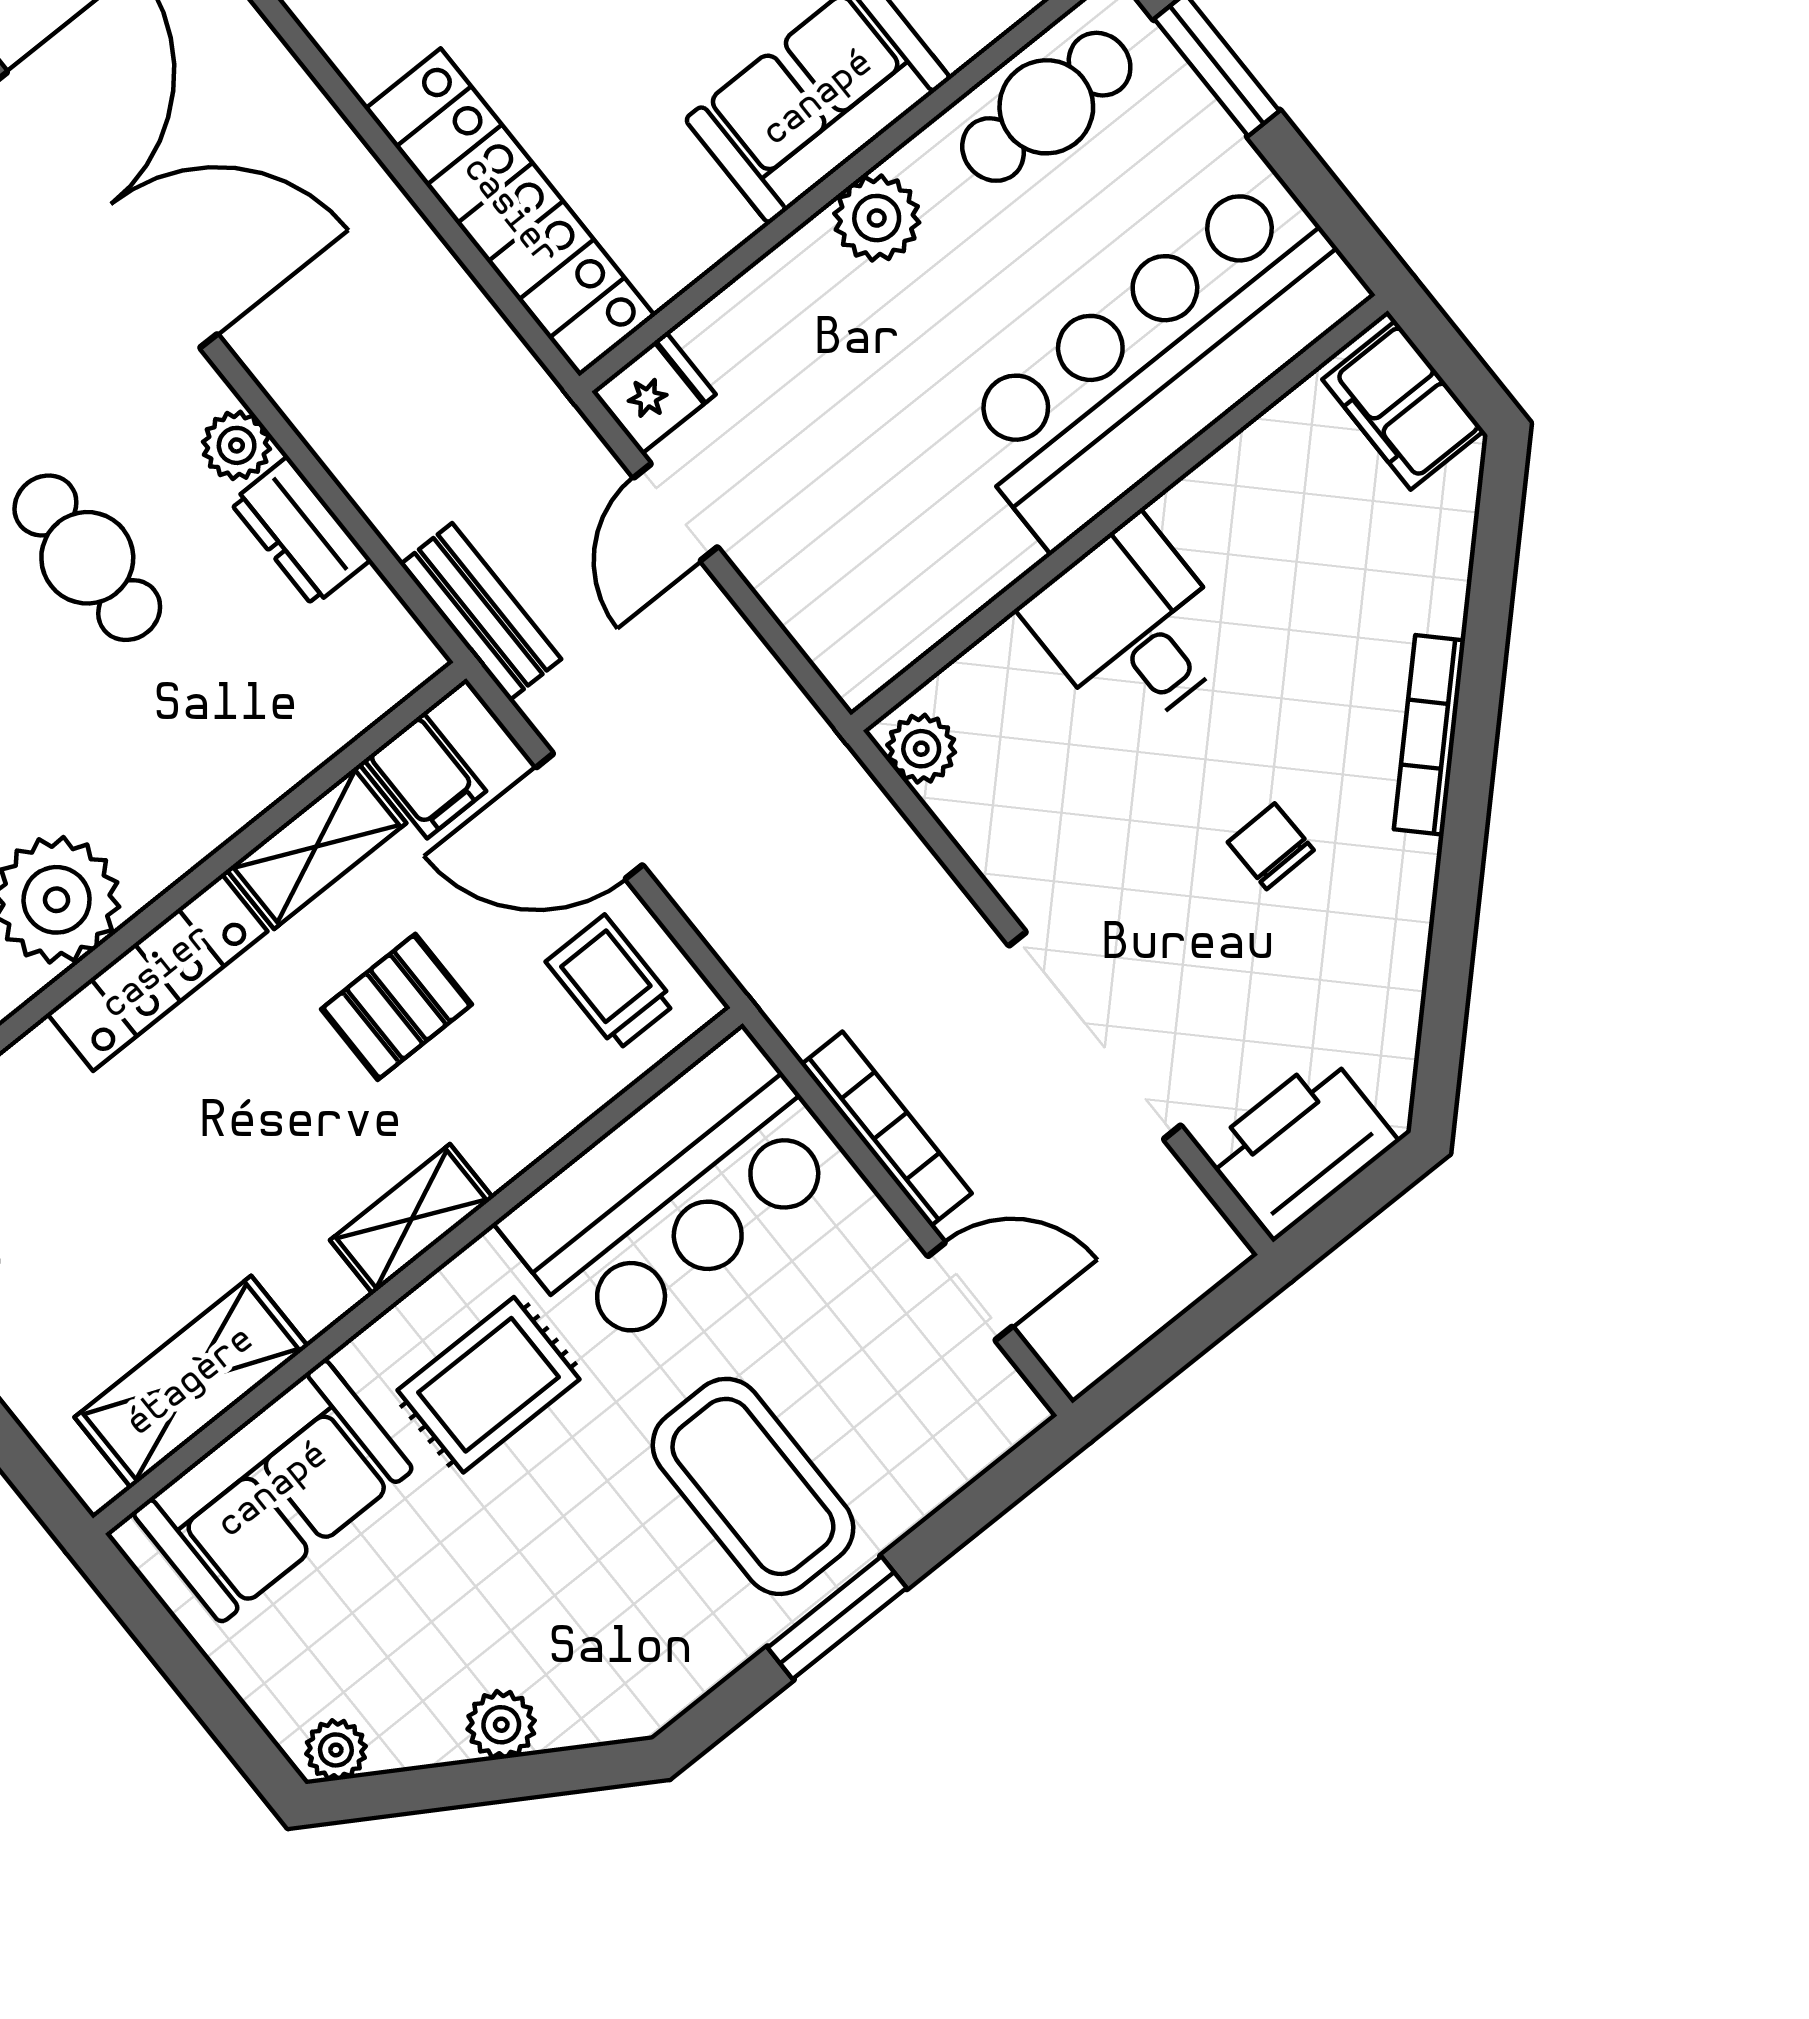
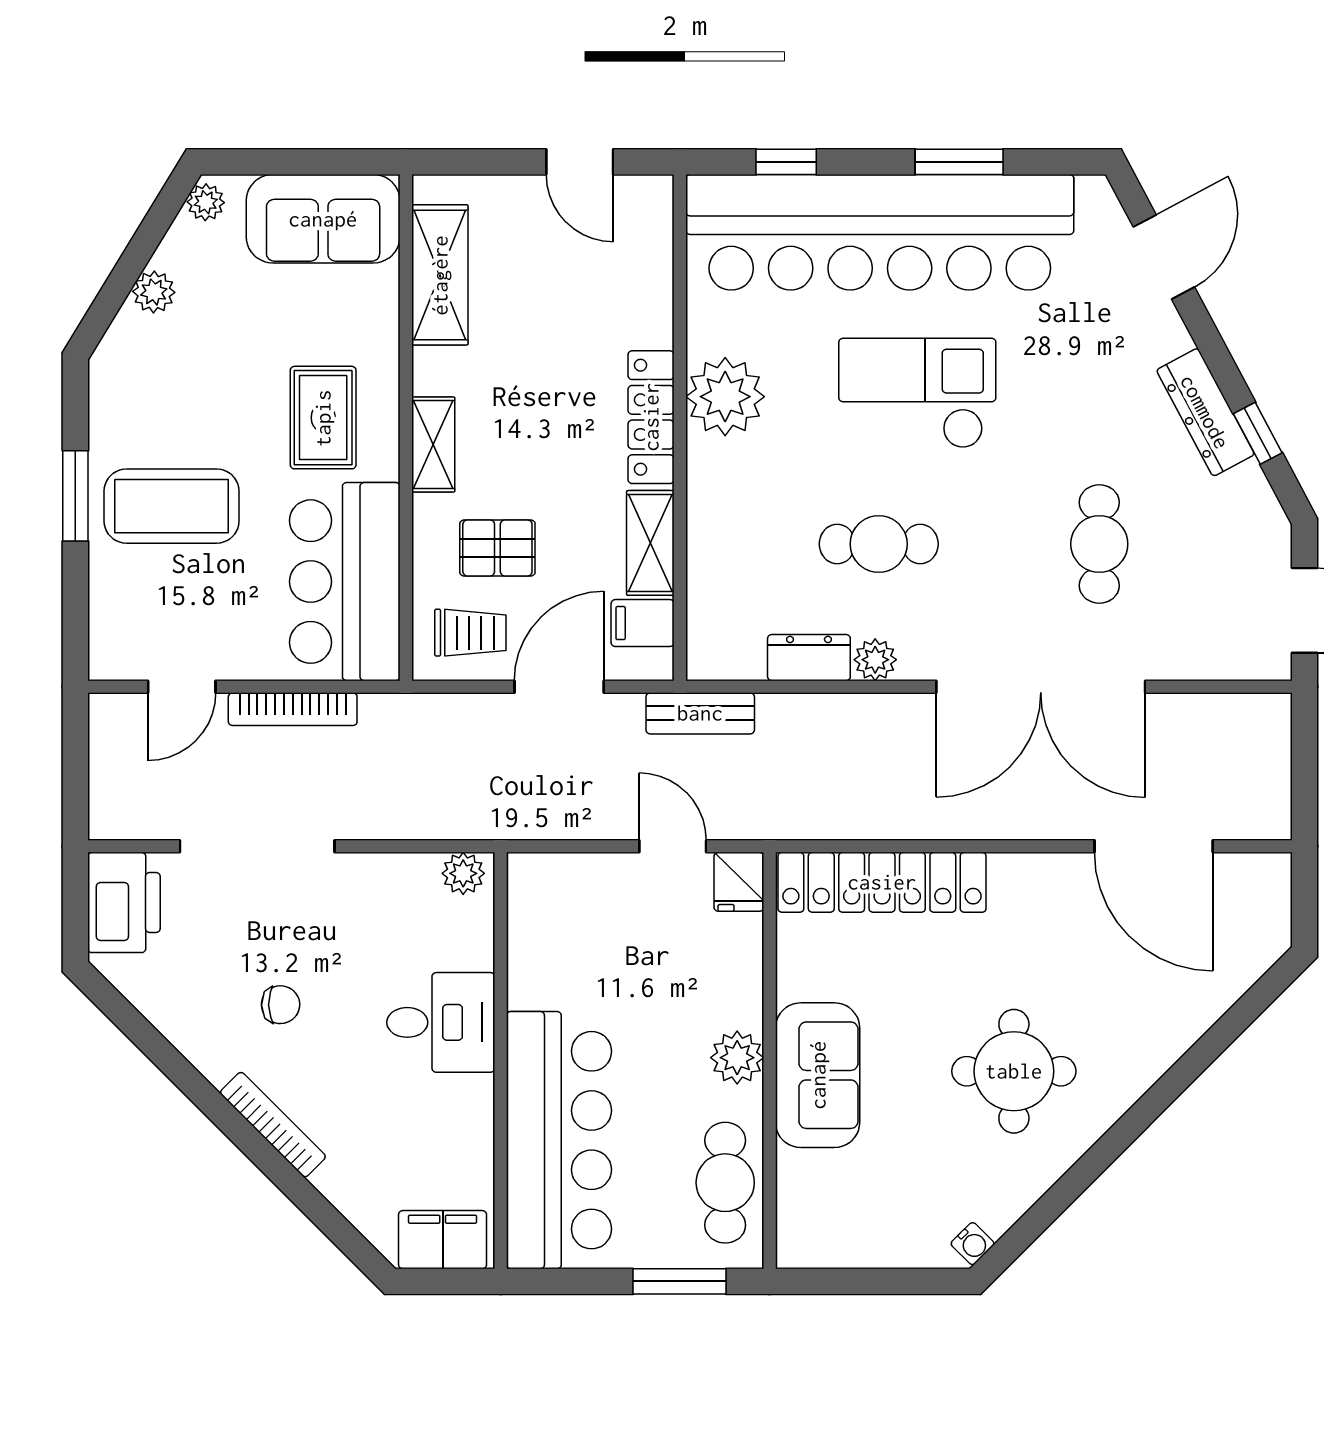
pallet: (396, 1007) -> (497, 548), moved, turned 90
sofa: (273, 1491) -> (323, 219), moved, turned -90

